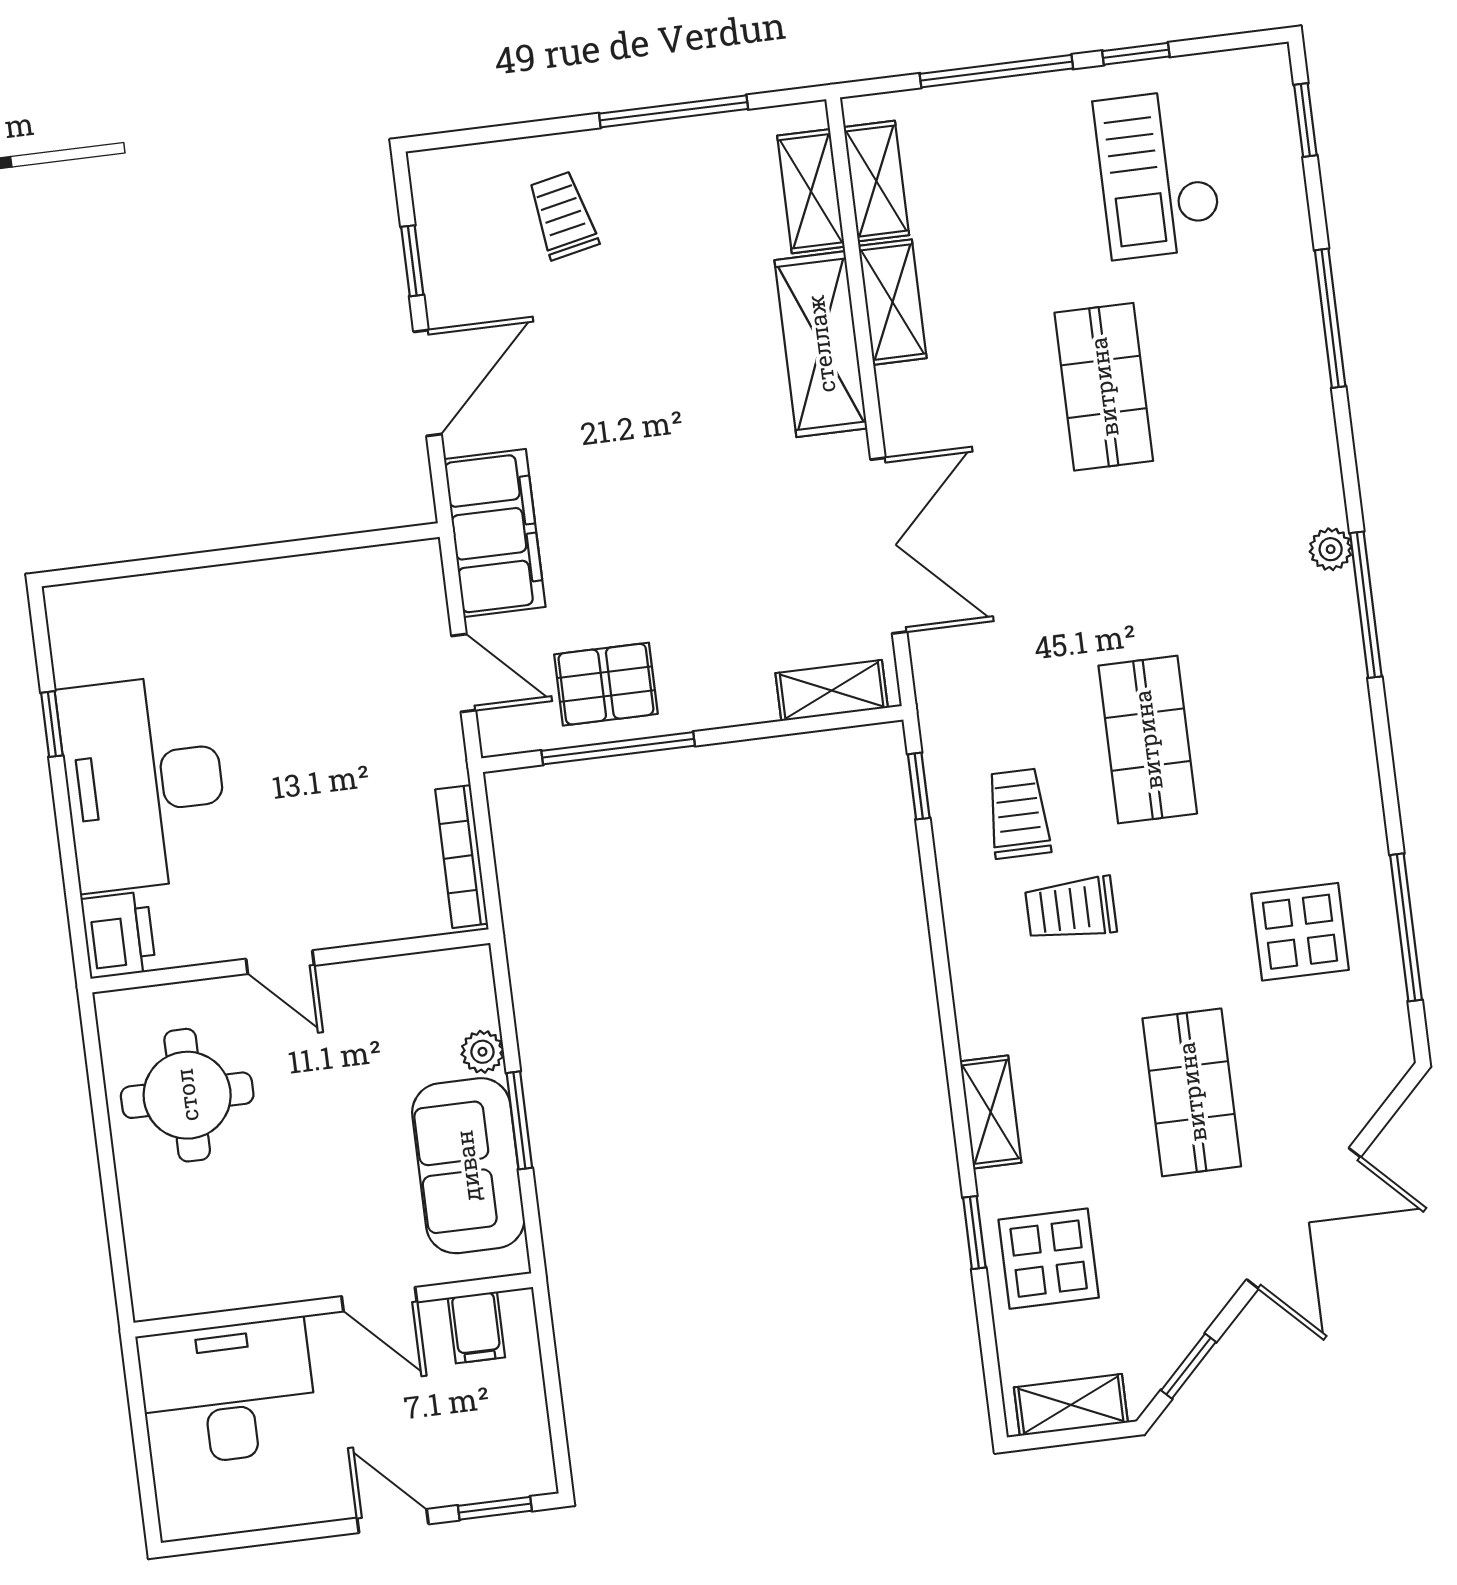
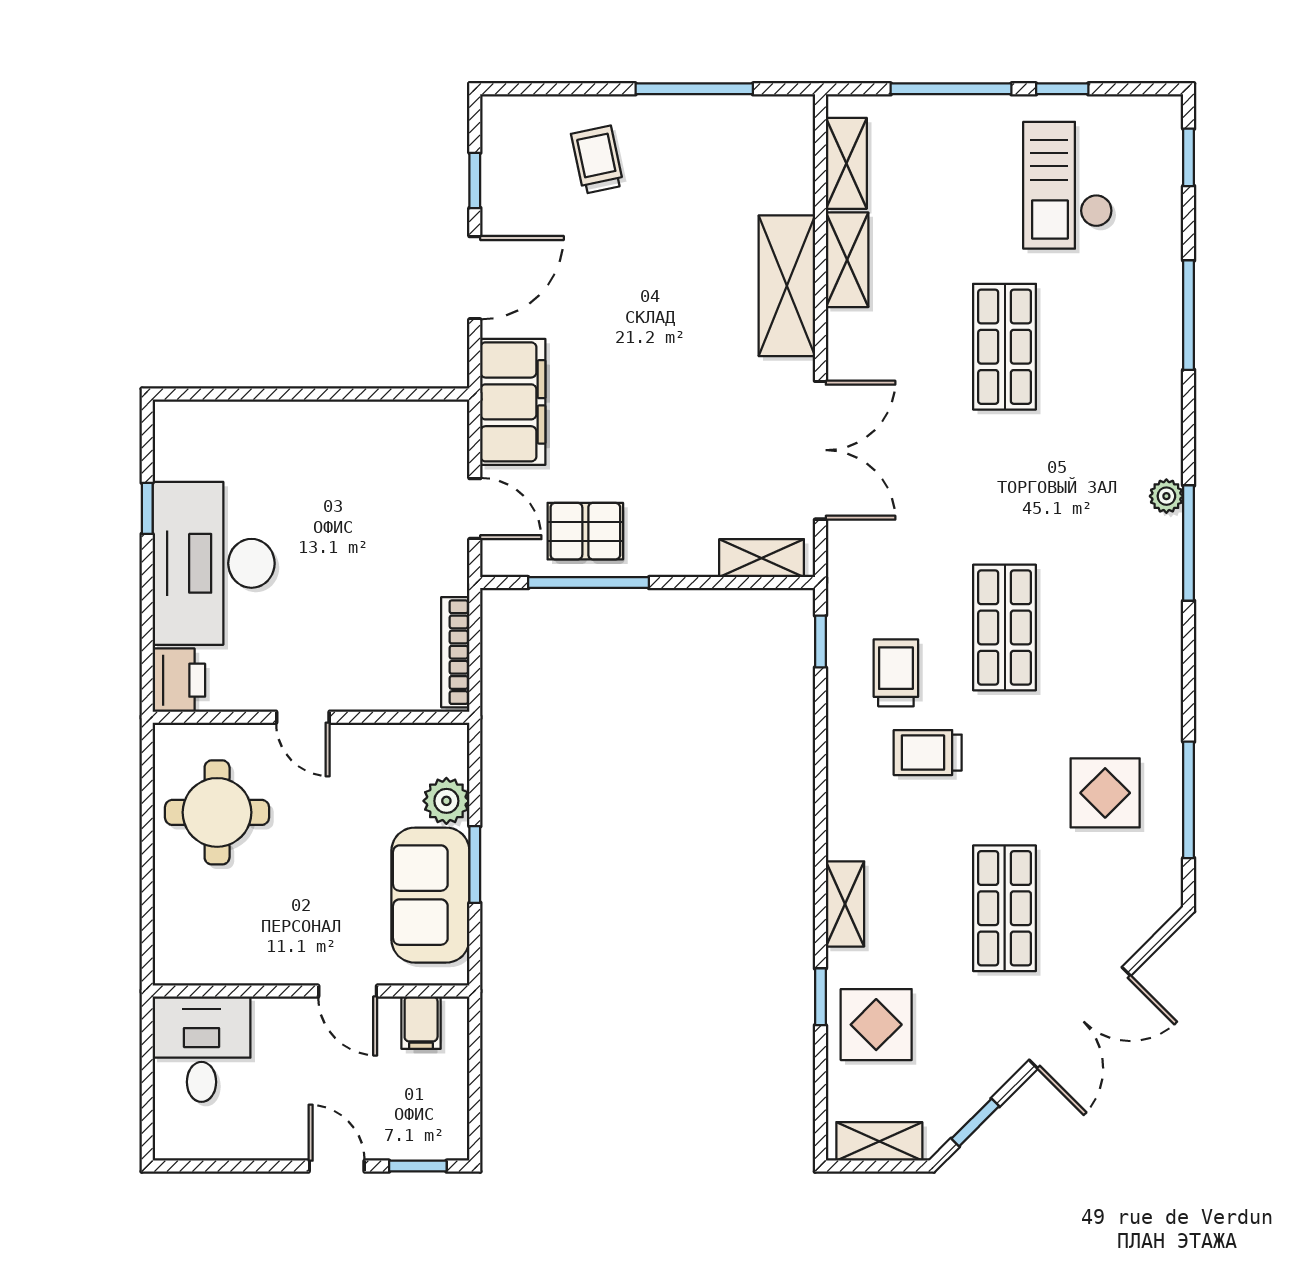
shelving: (811, 191) -> (794, 165), removed
plant: (482, 1052) -> (446, 801), width x1.38, depth x1.38
desk: (228, 1392) -> (201, 1049), width x0.73

